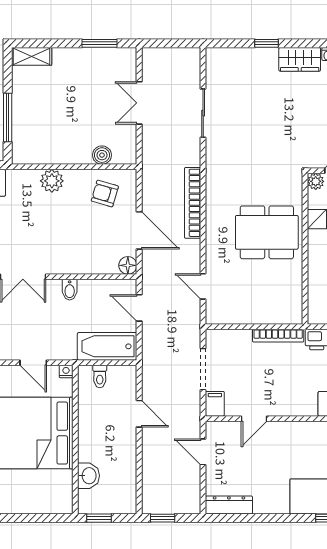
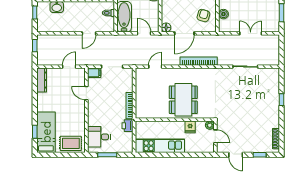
wardrobe: (300, 59) -> (273, 117), removed
door: (139, 308) -> (144, 33), hinge flipped

